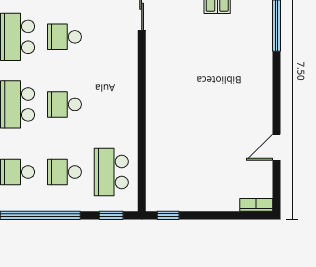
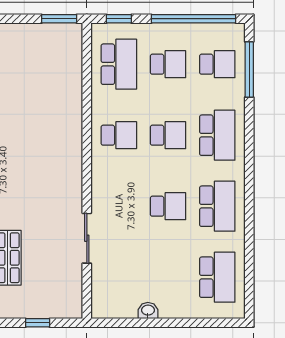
school desk: (111, 104) -> (119, 135), added
window: (168, 215) -> (59, 19), width x1.50

